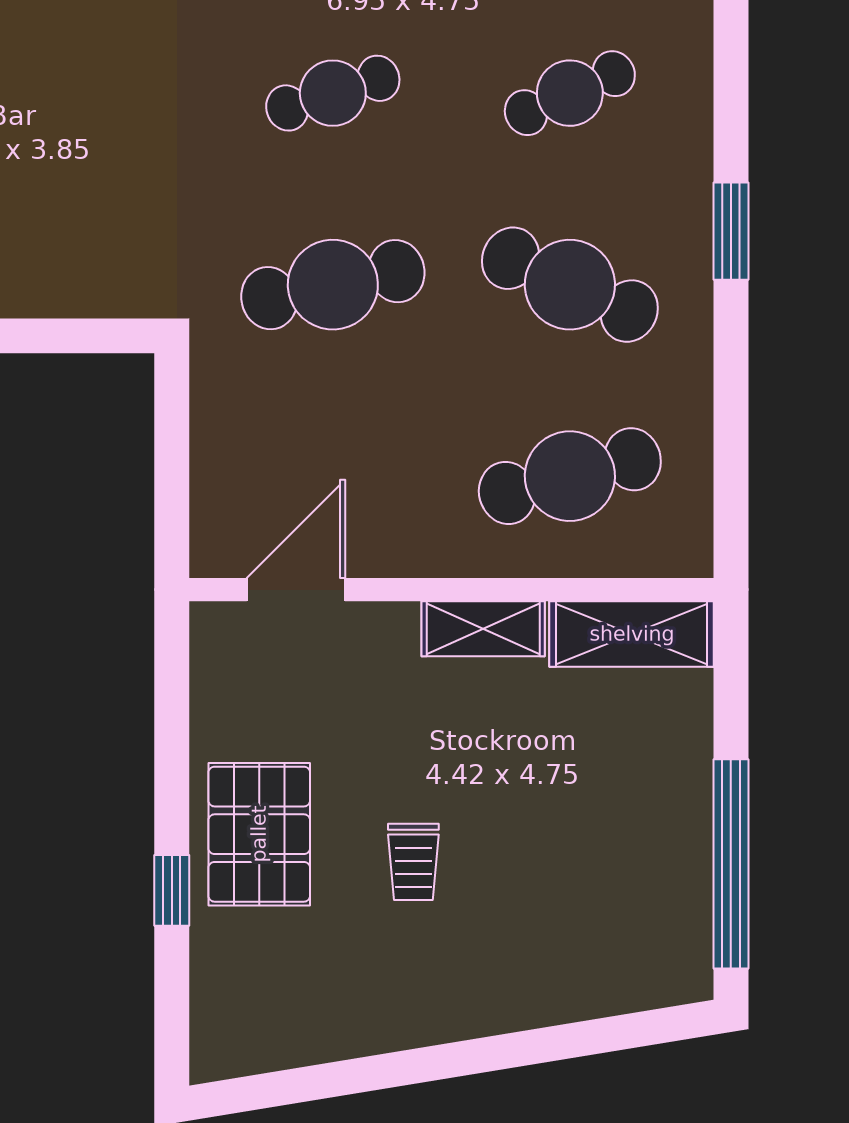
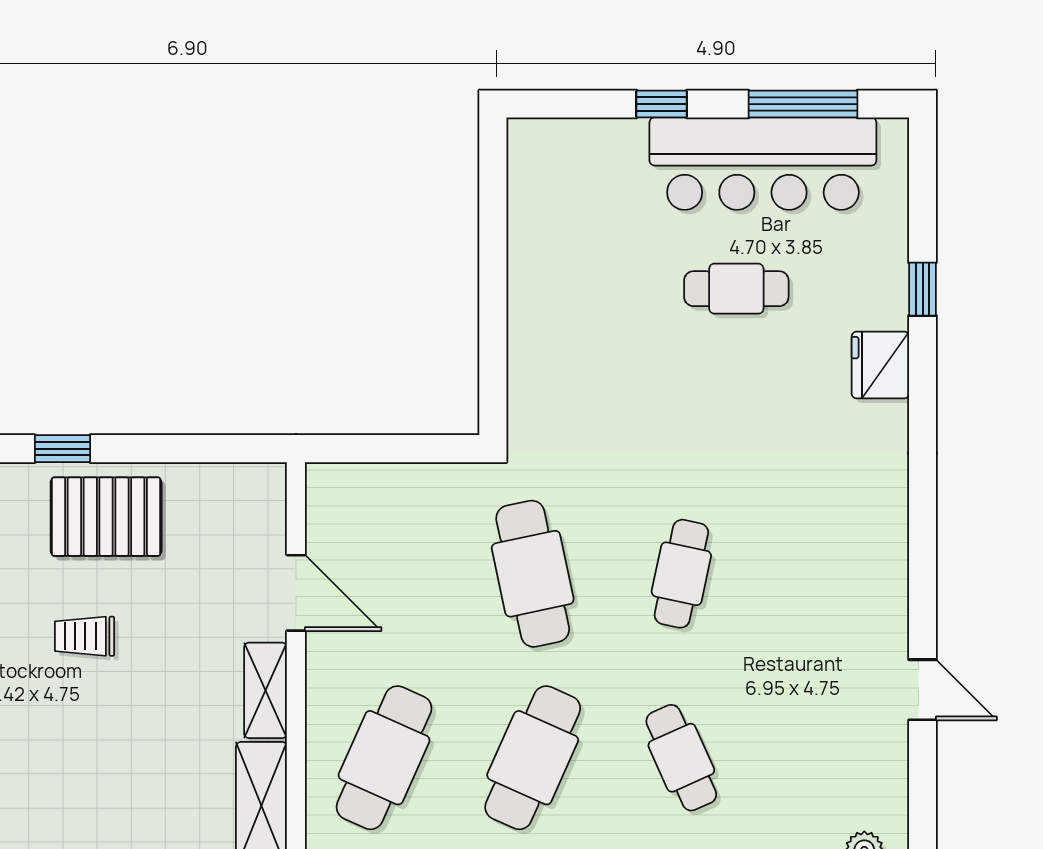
cafe table: (333, 93) -> (681, 574), turned 30
cafe table: (570, 476) -> (384, 758), turned 39
door: (296, 590) -> (296, 593), moved

